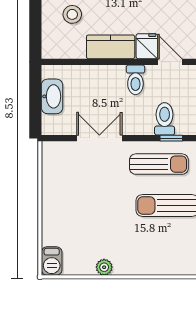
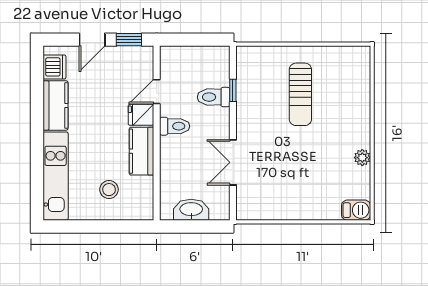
sun lounger: (159, 164) -> (259, 103), removed

